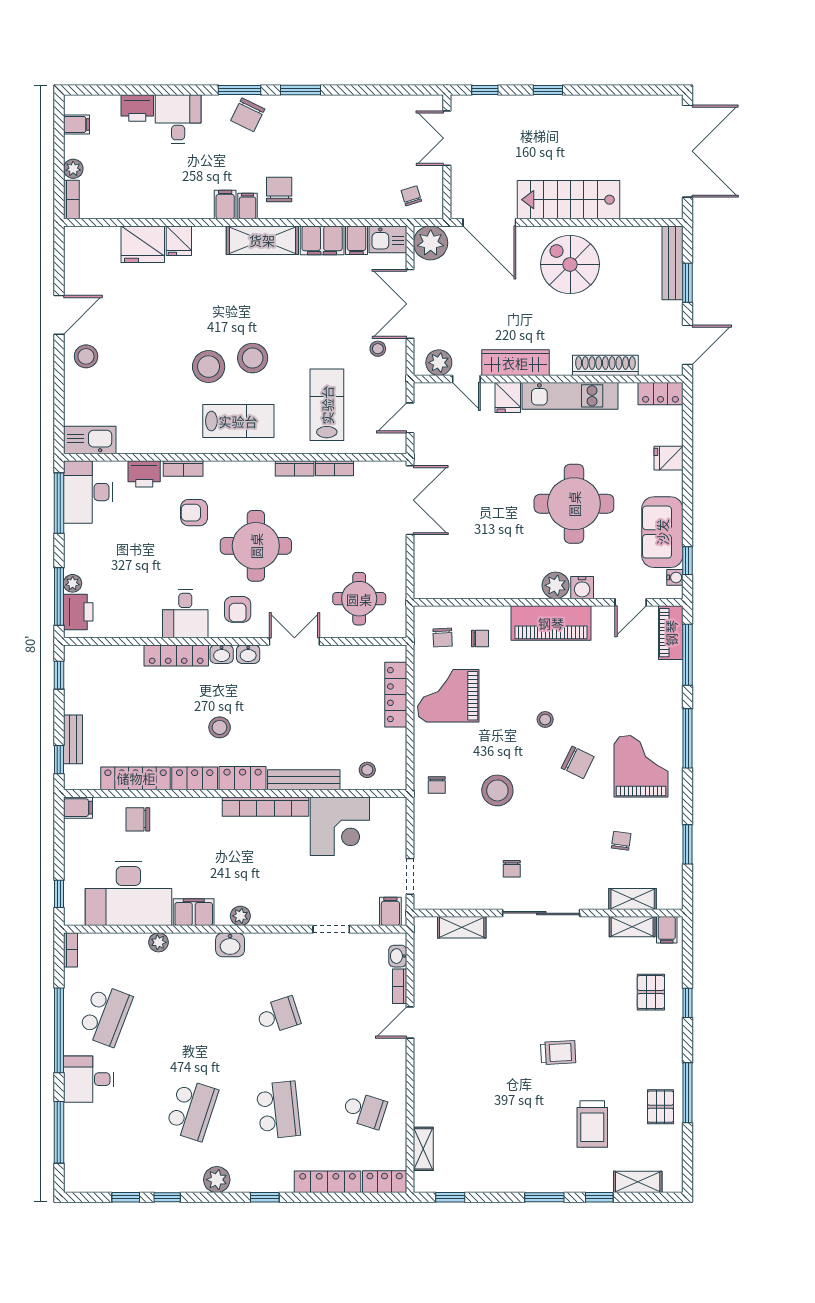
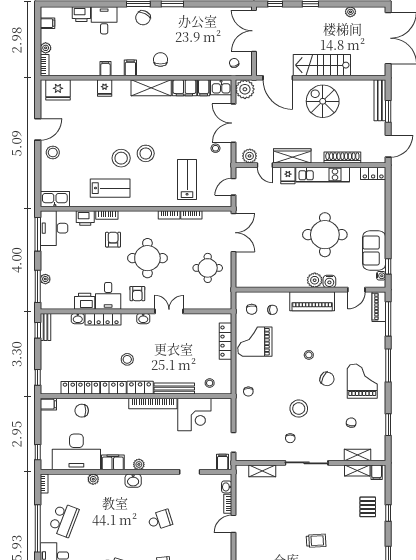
plant: (620, 104) -> (350, 12), added
double door: (447, 138) -> (254, 31), width x1.37
filing cabinet: (247, 206) -> (105, 69), moved
fridge: (143, 244) -> (58, 90), moved
lab bench: (238, 421) -> (110, 188), moved
fridge: (669, 458) -> (378, 209), removed
armchair: (194, 513) -> (113, 240), turned 90
round table: (359, 599) -> (208, 268), moved
printer: (78, 612) -> (85, 301), moved, turned -90
washbasin: (222, 654) -> (78, 319), moved
bench: (73, 739) -> (45, 327), moved
stool: (497, 790) -> (299, 409), moved

